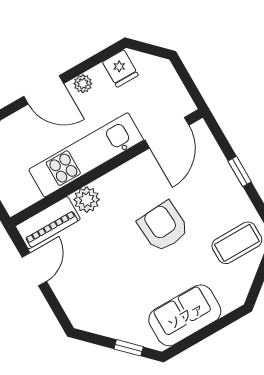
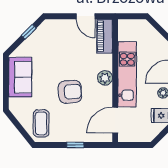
door: (167, 133) -> (115, 120), hinge flipped
plant: (87, 200) -> (105, 78), moved
window: (129, 348) -> (29, 32), moved

